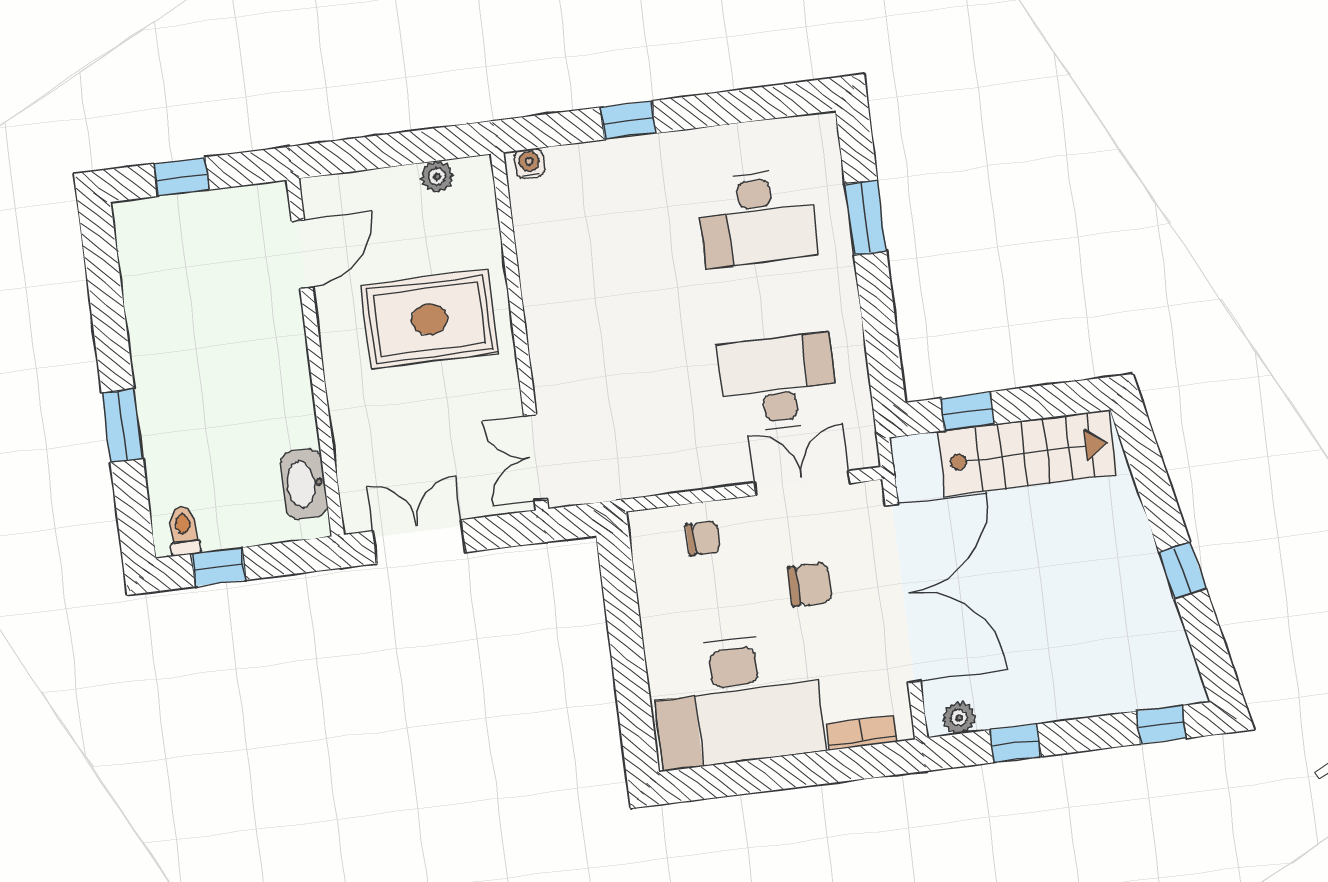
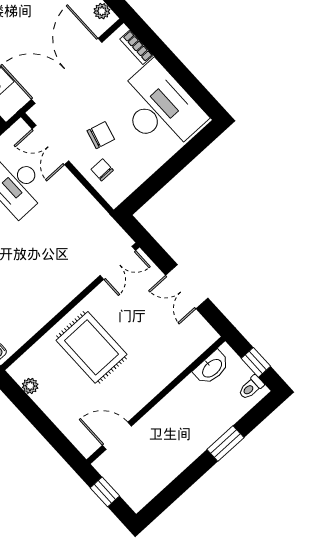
door: (302, 254) -> (117, 436), moved
wall: (315, 357) -> (156, 400), moved
washbasin: (304, 484) -> (212, 368), moved
chair: (810, 584) -> (101, 135), moved, turned 105

